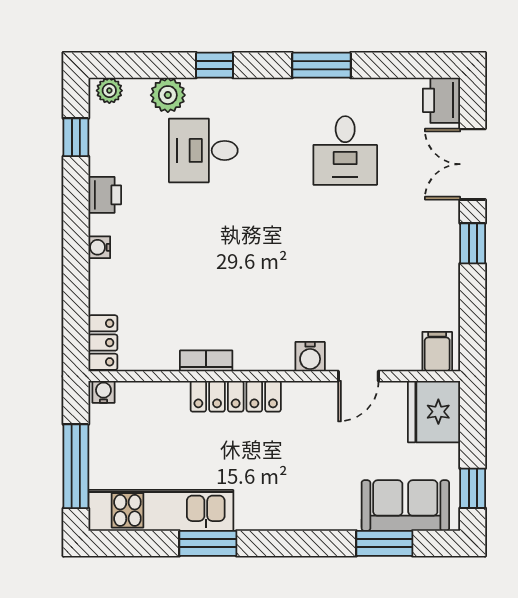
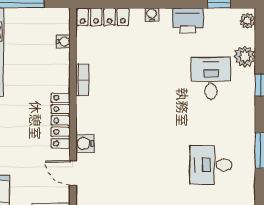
printer: (105, 195) -> (188, 20), width x1.36, depth x1.24
locker: (103, 343) -> (103, 17), width x1.53
water cooler: (103, 392) -> (63, 42), moved
locker: (236, 396) -> (61, 121), moved

